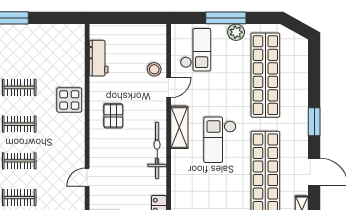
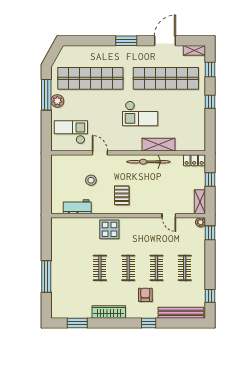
window: (226, 18) -> (46, 95), moved
stool: (154, 69) -> (91, 180), moved
pallet: (113, 116) -> (122, 195), turned 90
shelving: (179, 127) -> (158, 145), moved

